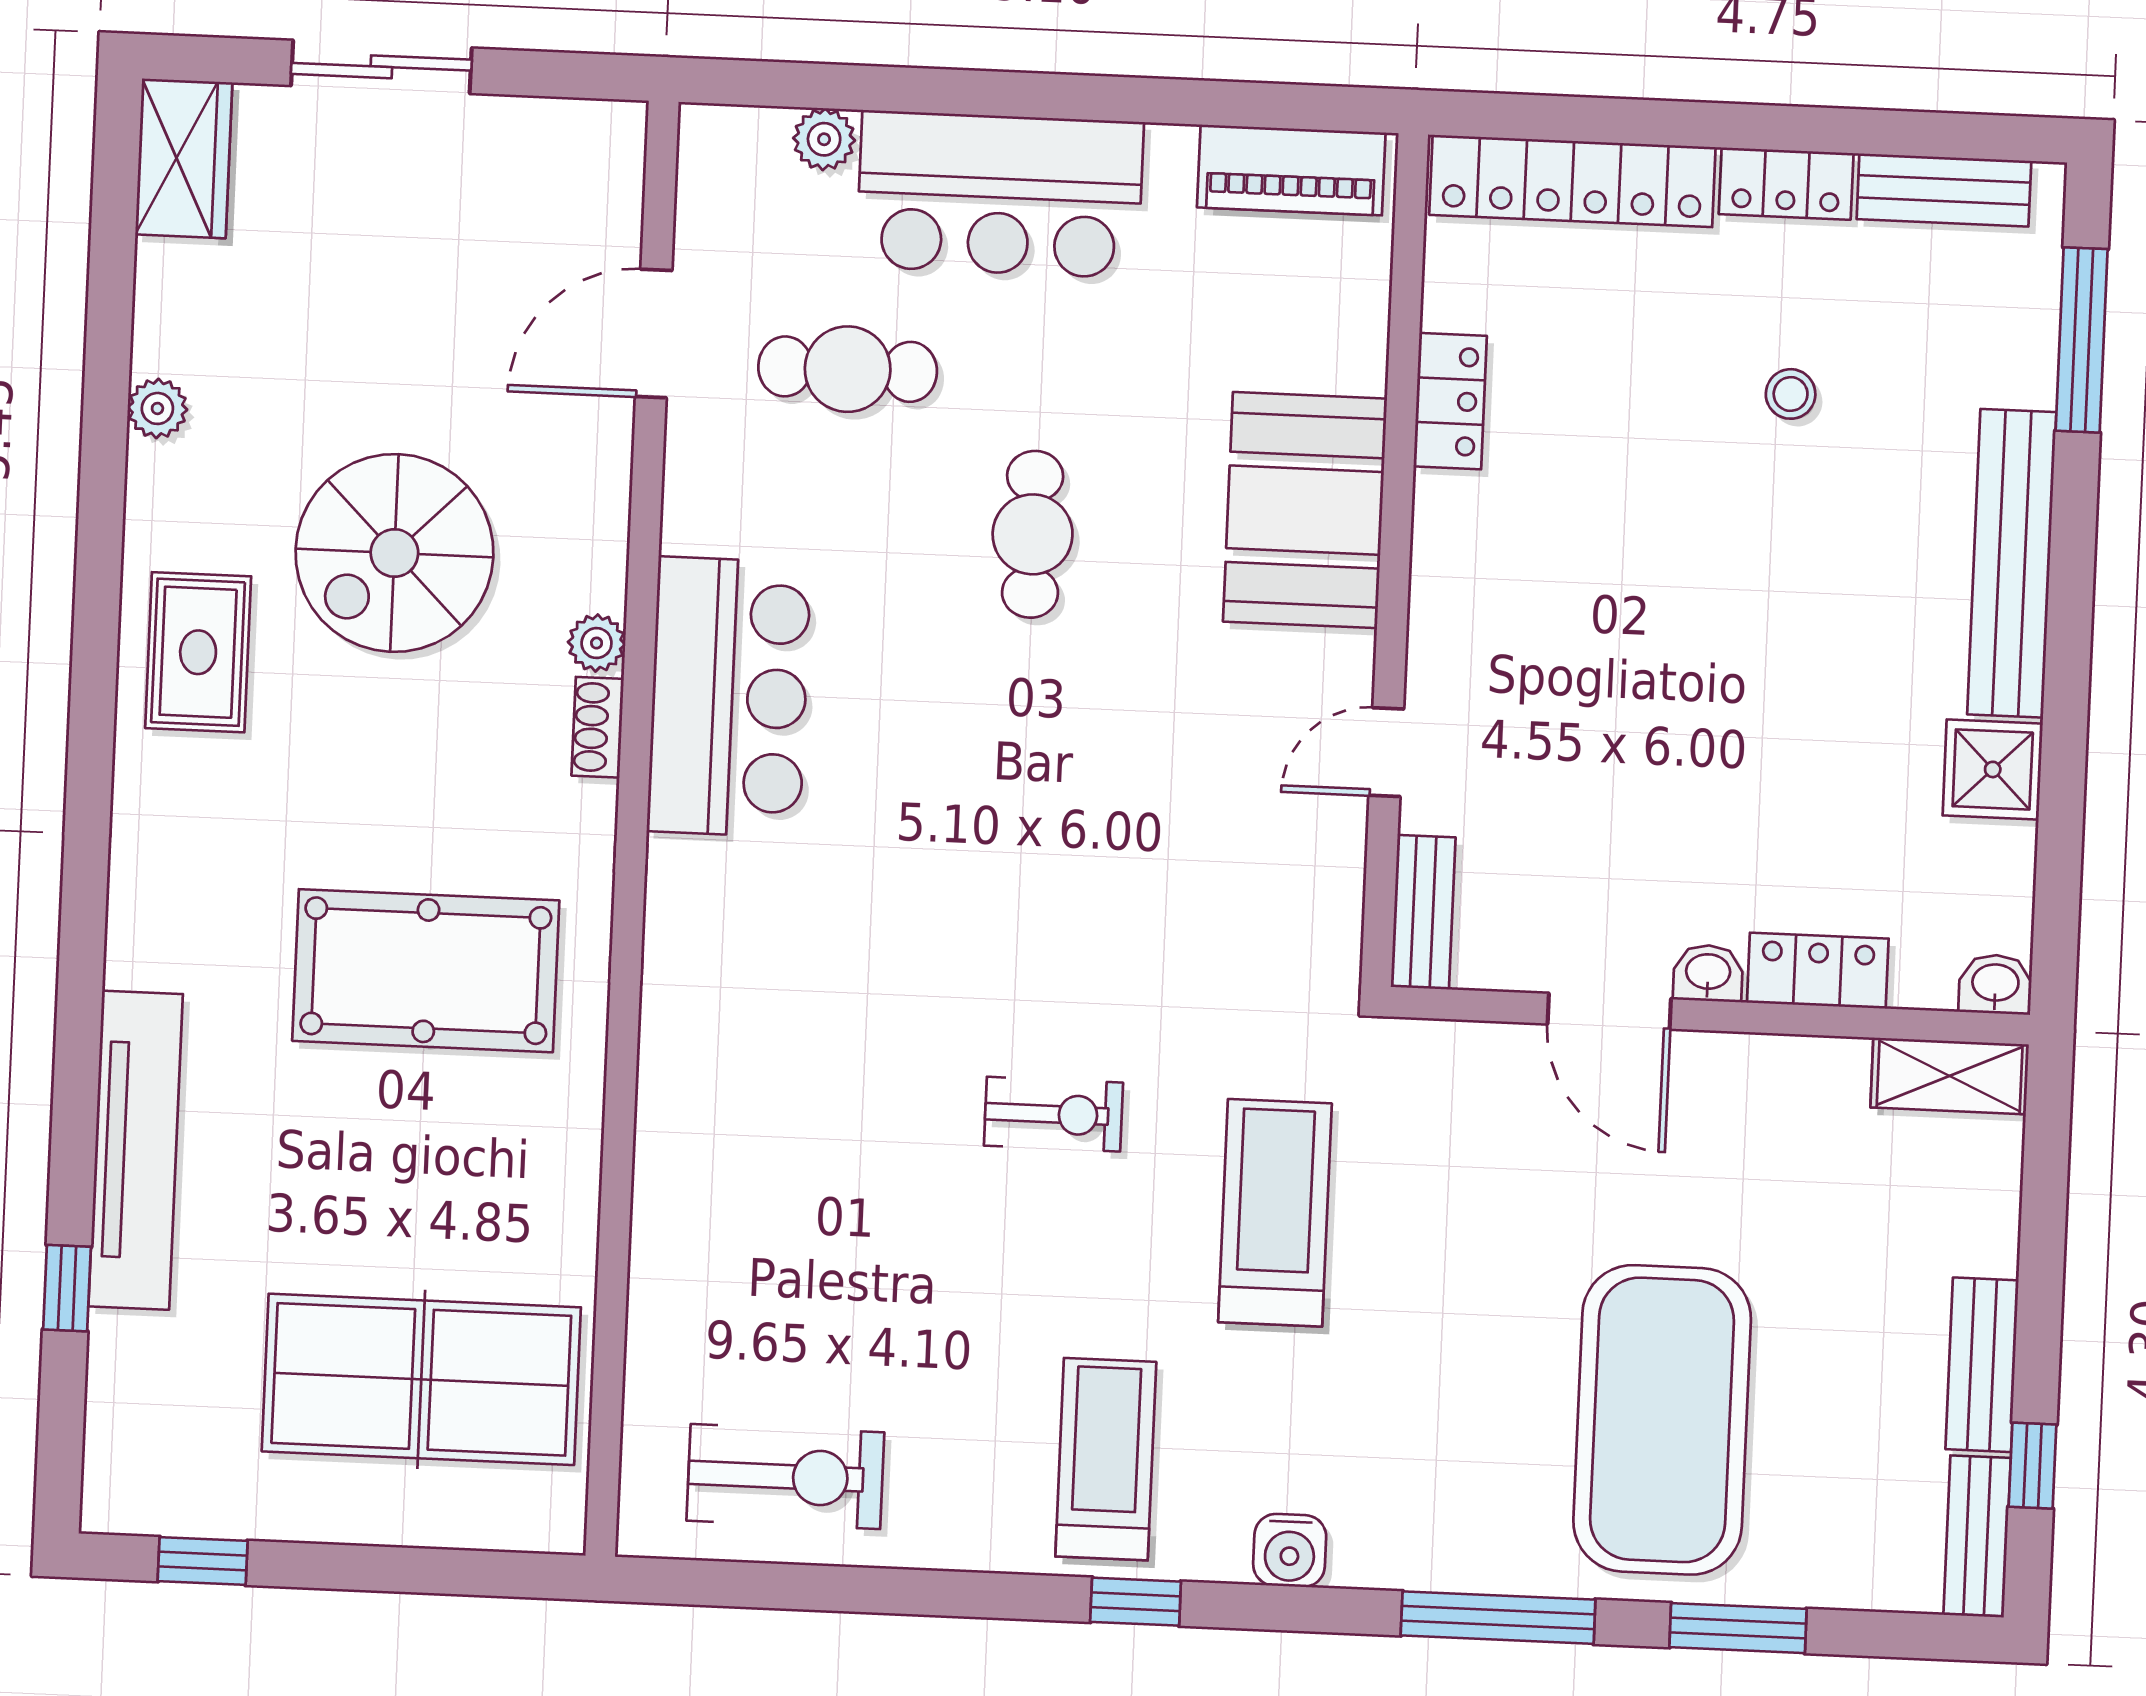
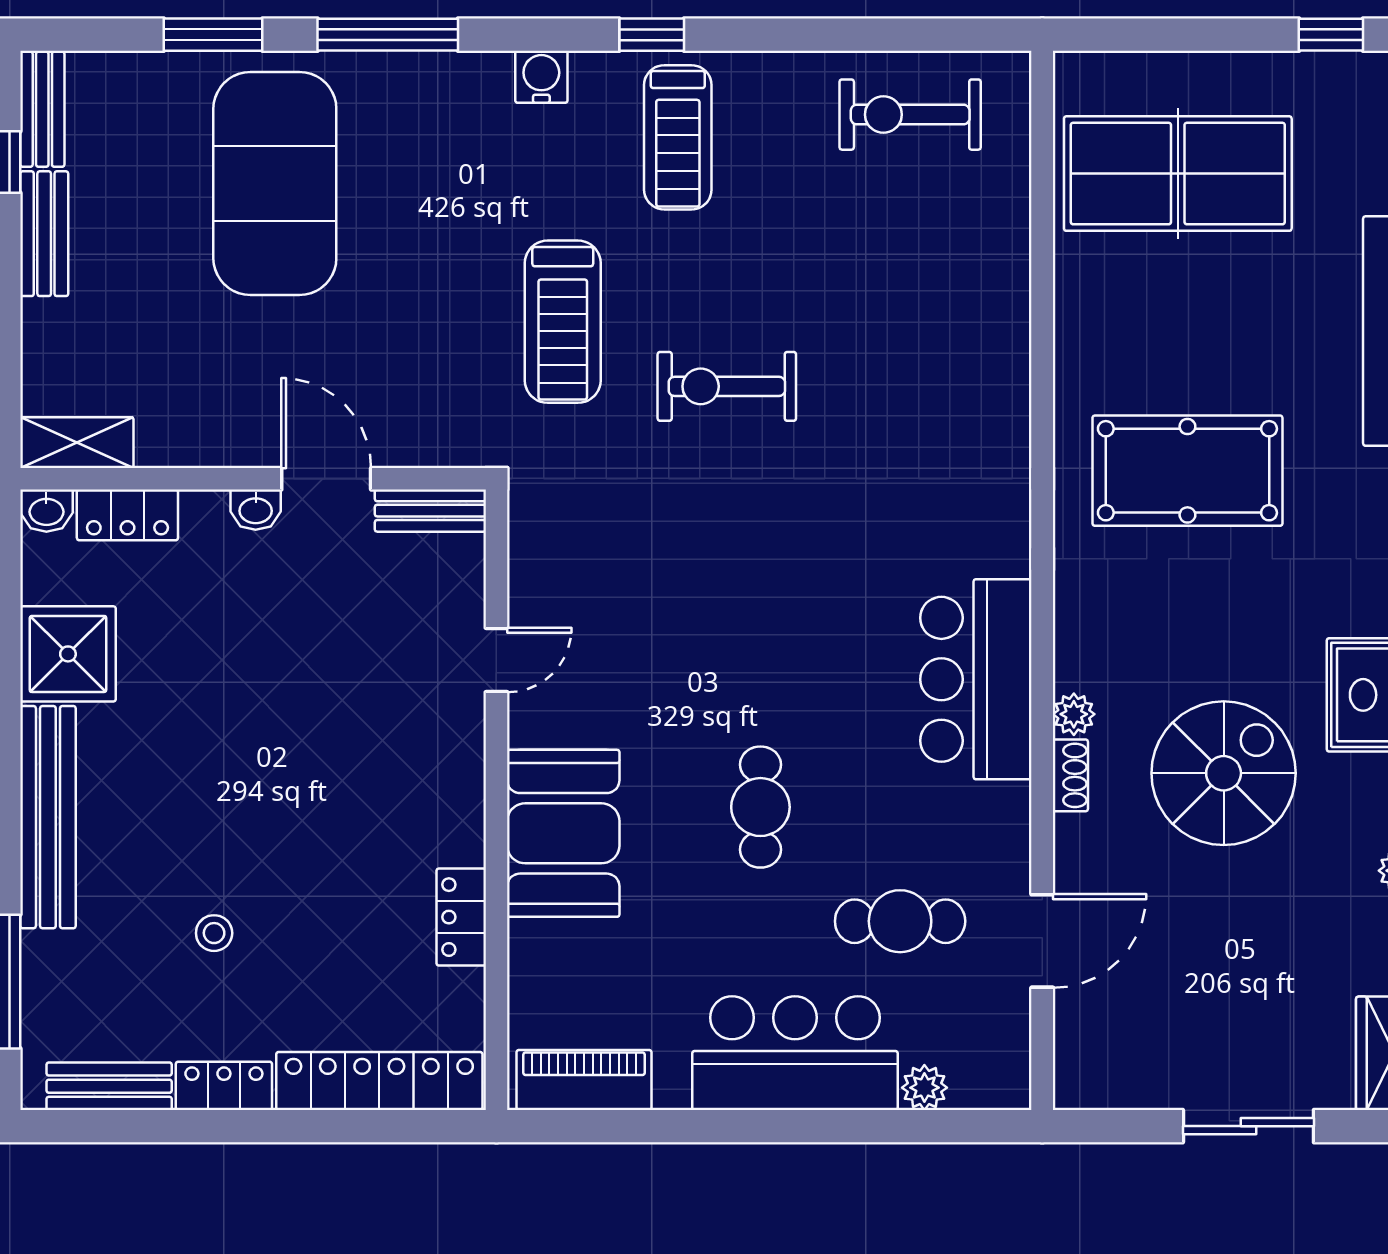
shoe rack: (598, 727) -> (1070, 775), moved
shower: (1993, 769) -> (68, 654), width x1.36, depth x1.36
bench: (1423, 912) -> (430, 511), moved, turned 90
locker: (1818, 971) -> (127, 515), moved
exercise bike: (1053, 1114) -> (727, 386), width x1.38, depth x1.39

